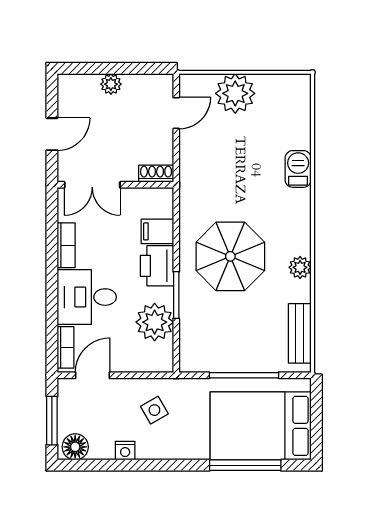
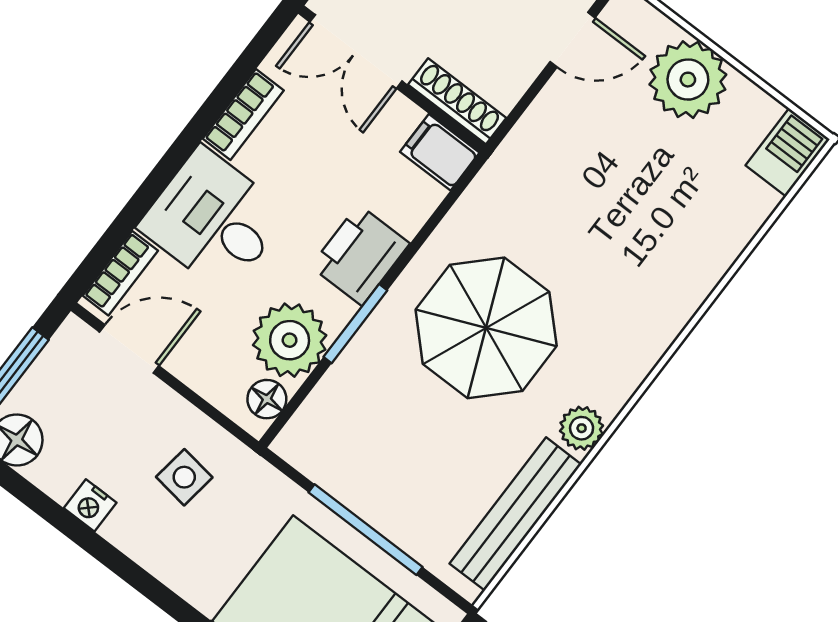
barbecue: (298, 169) -> (788, 152), moved
shoe rack: (156, 174) -> (457, 101), width x1.43
filing cabinet: (157, 231) -> (440, 152), moved
bench: (300, 333) -> (515, 514), width x1.36
floor lamp: (164, 353) -> (267, 399), added
side table: (154, 410) -> (184, 477), turned 38

